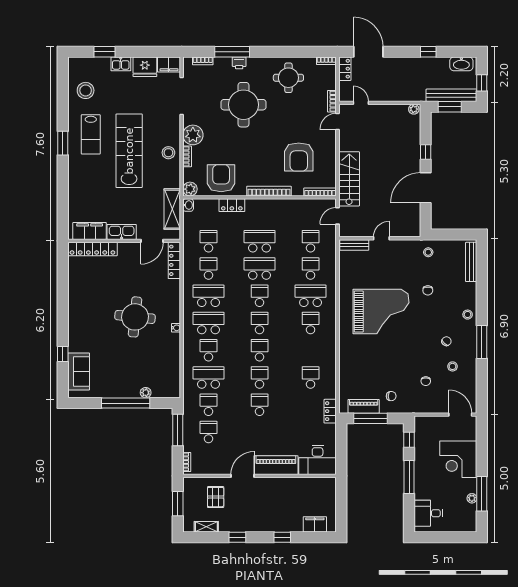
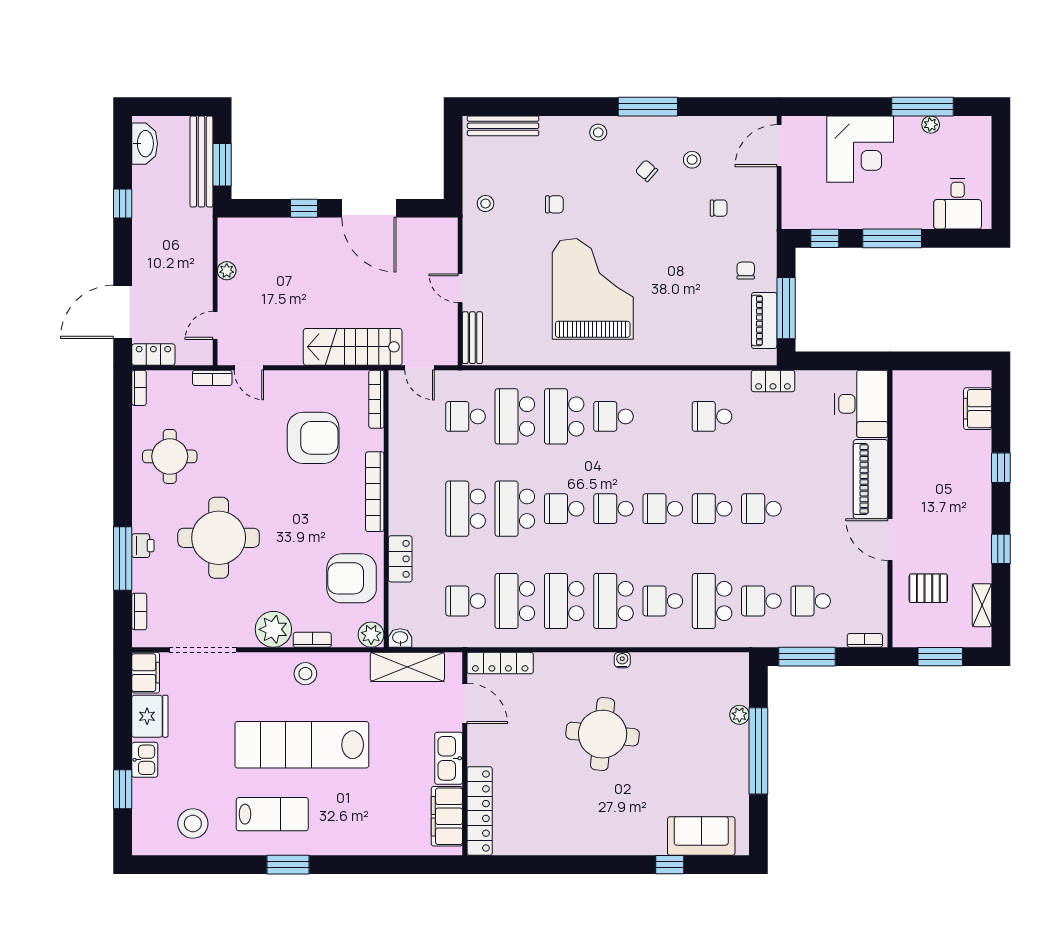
window: (482, 83) -> (179, 107), removed
plant: (414, 109) -> (227, 271), moved
school desk: (209, 268) -> (515, 601), width x1.85
school desk: (311, 268) -> (515, 416), width x1.85

